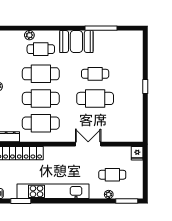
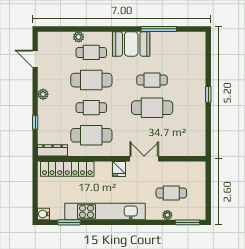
cafe table: (41, 98) -> (91, 108), width x0.73, depth x0.74
fridge: (137, 153) -> (119, 169), moved

